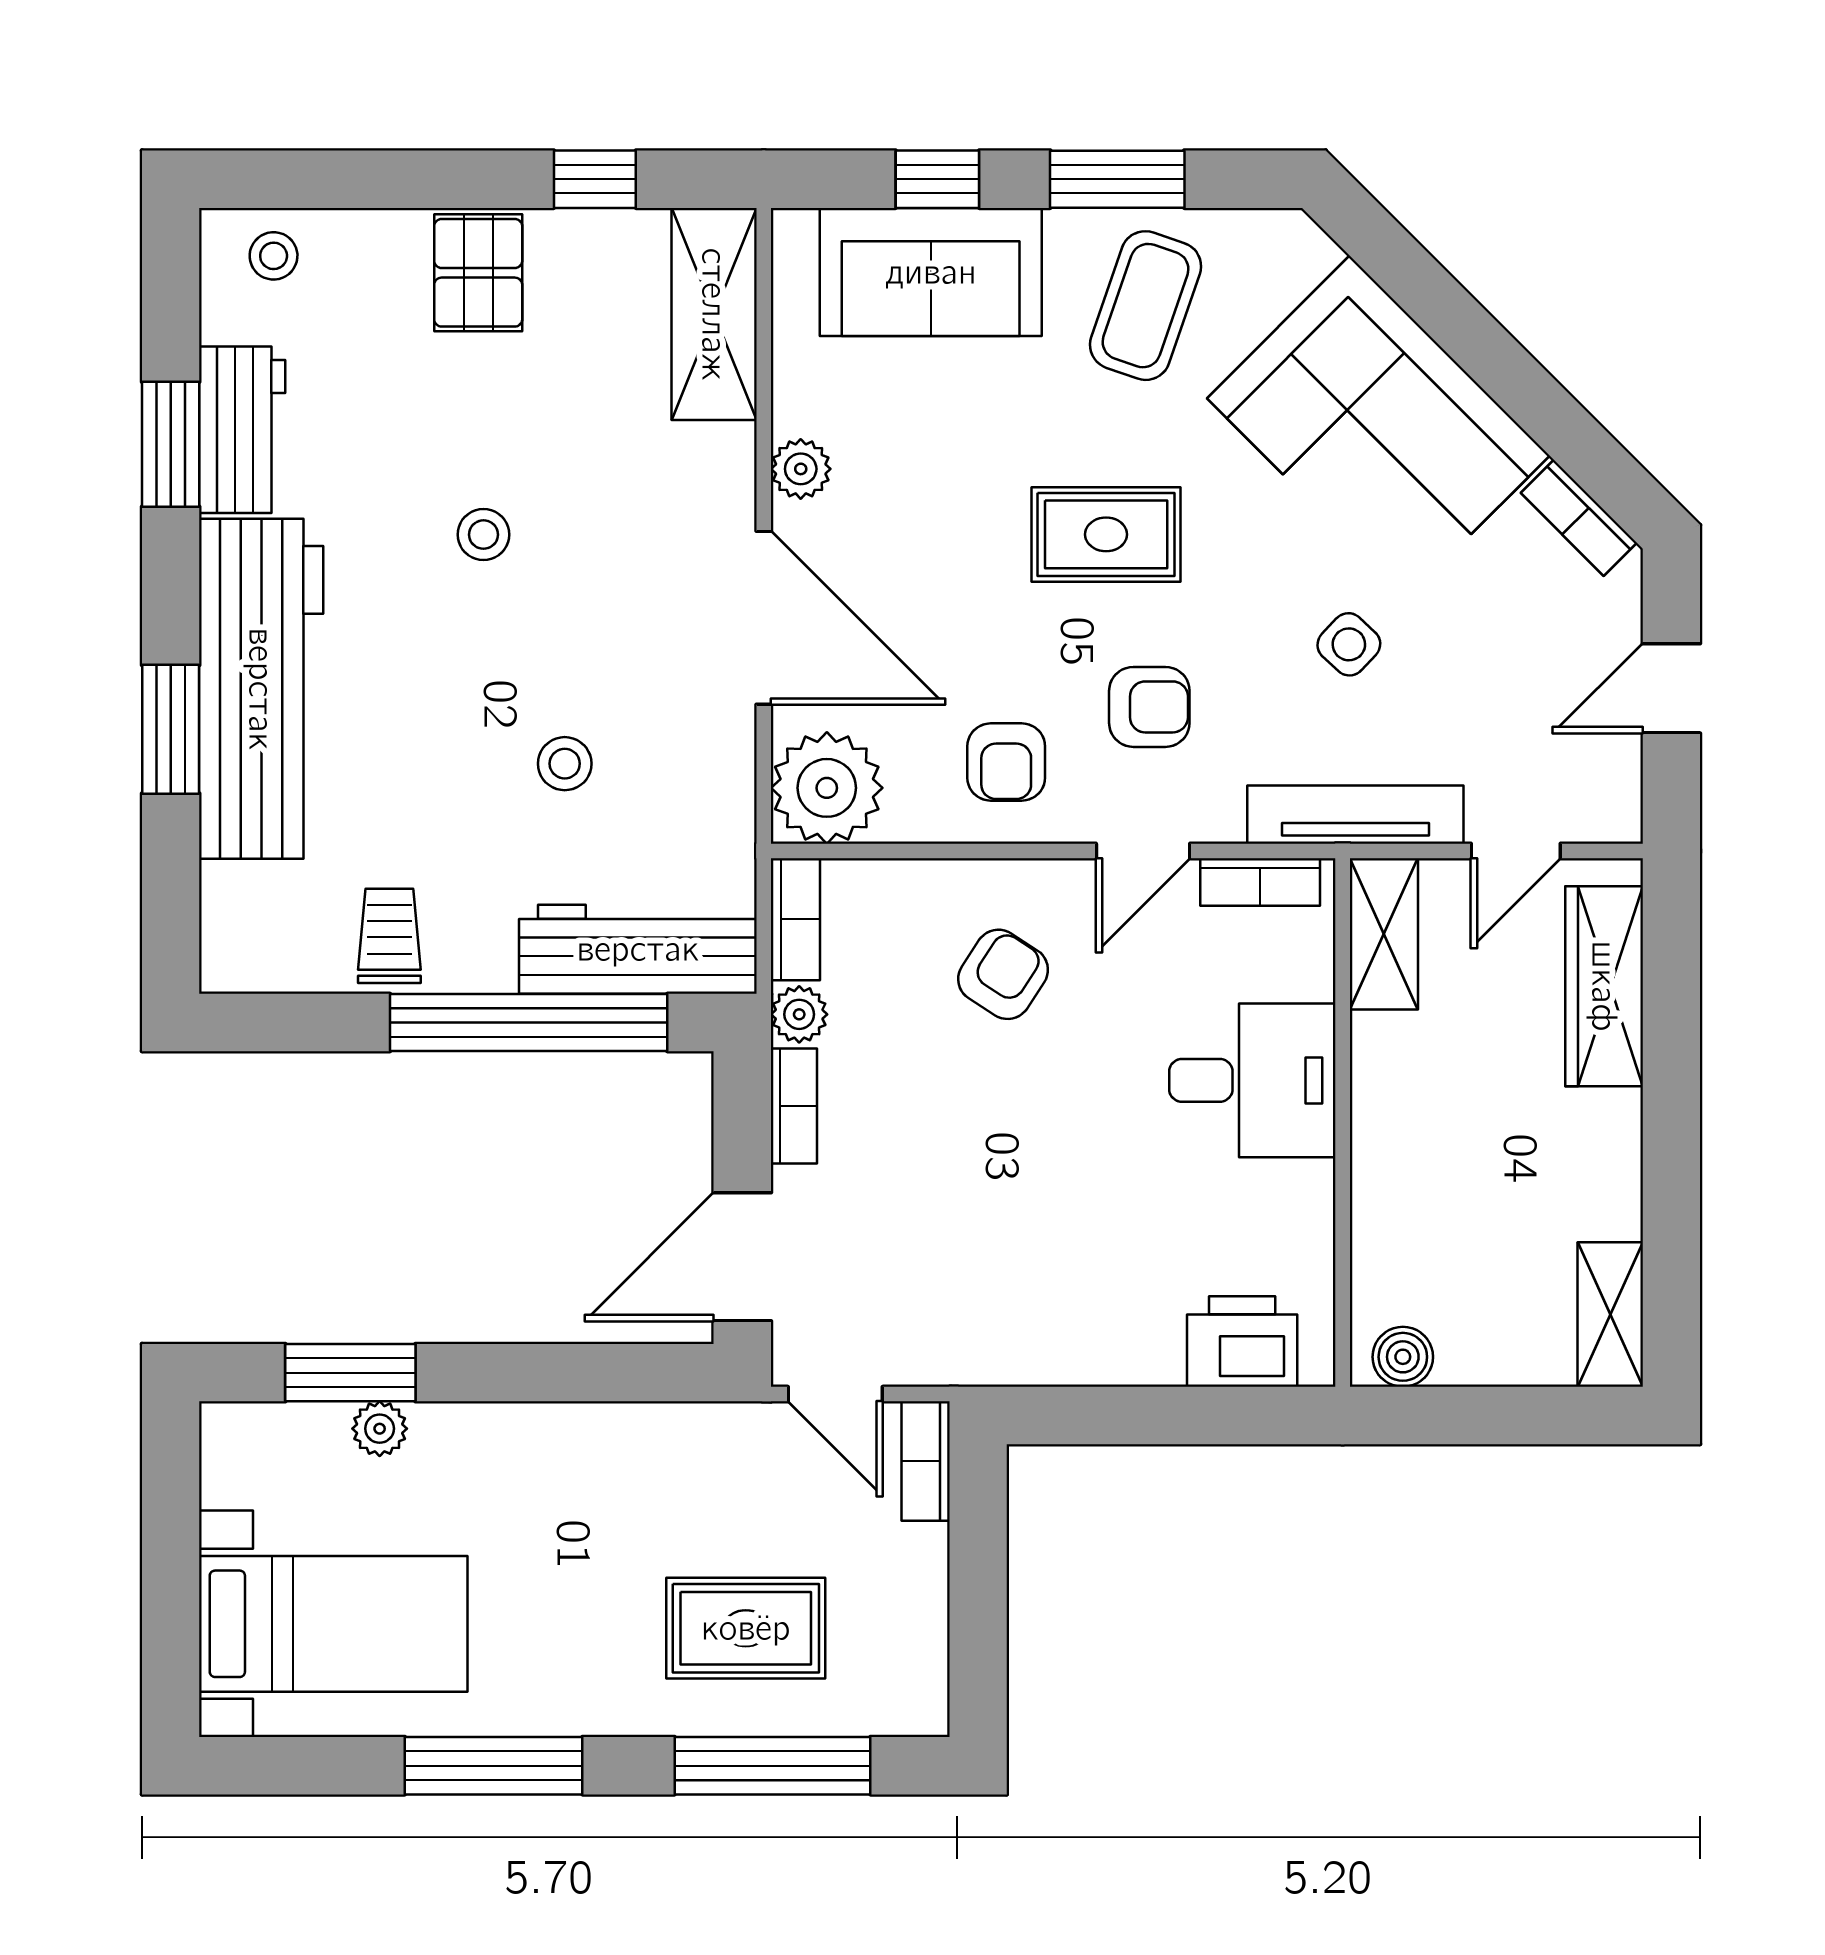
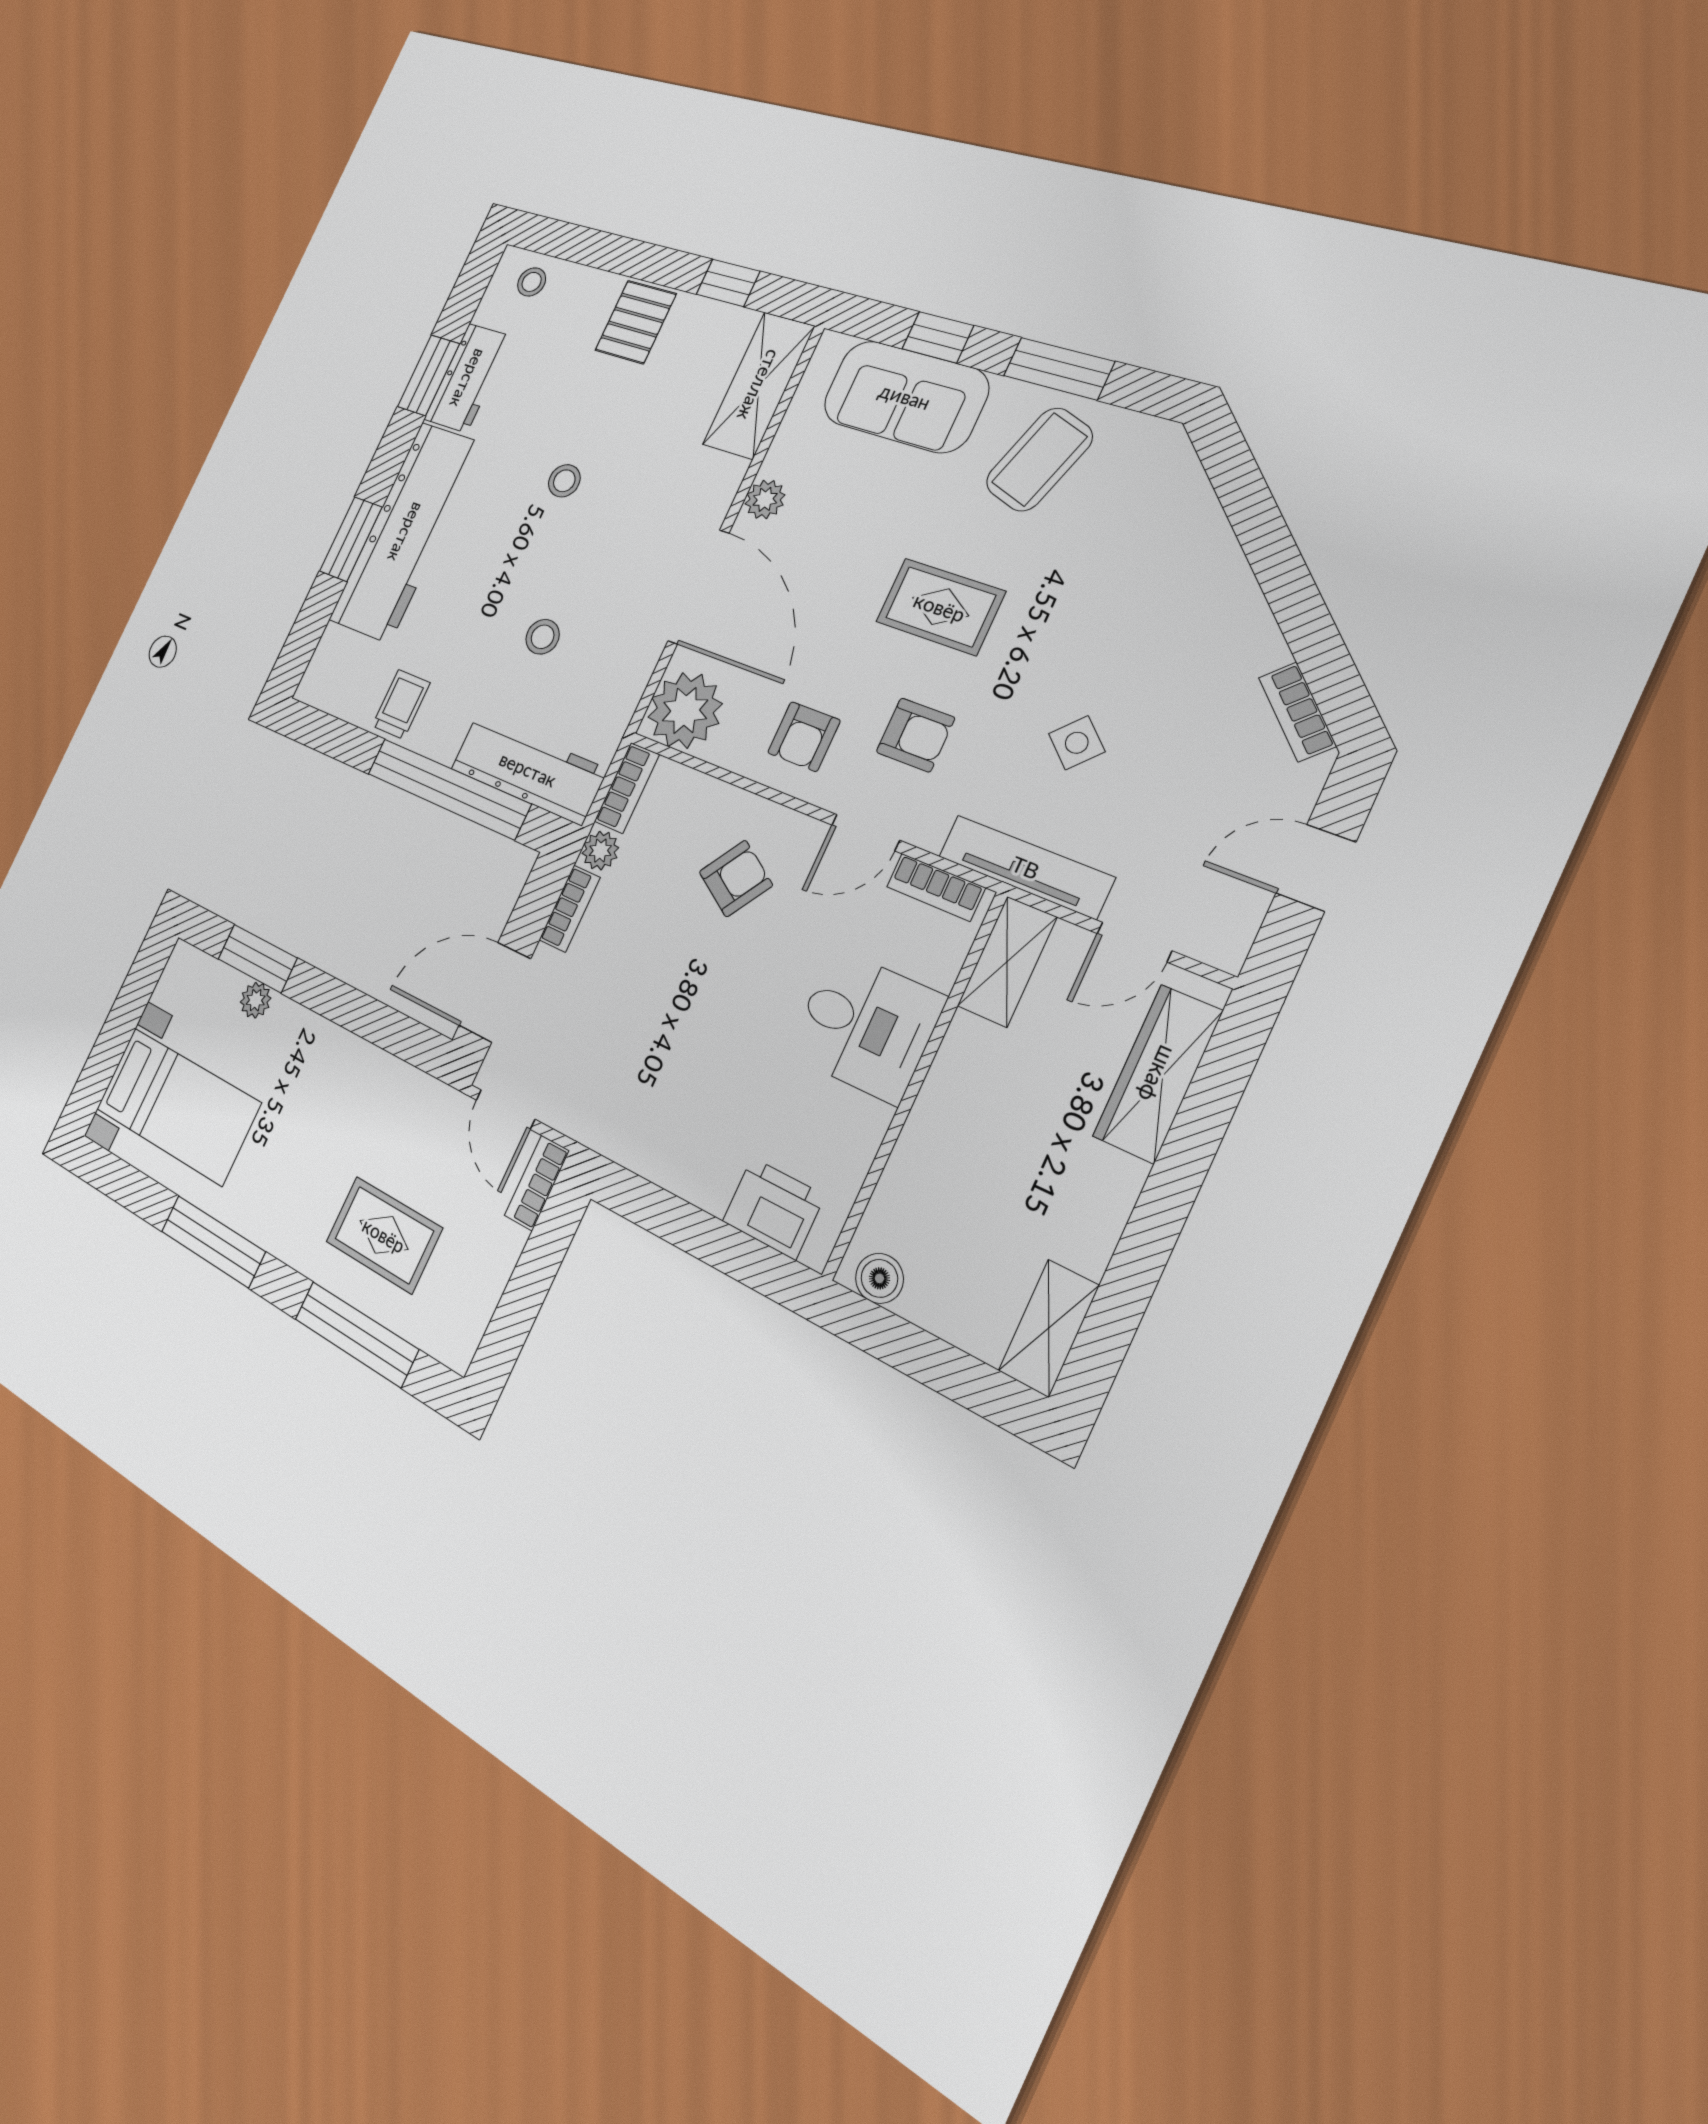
corner sofa: (1378, 427) -> (1170, 595), removed

